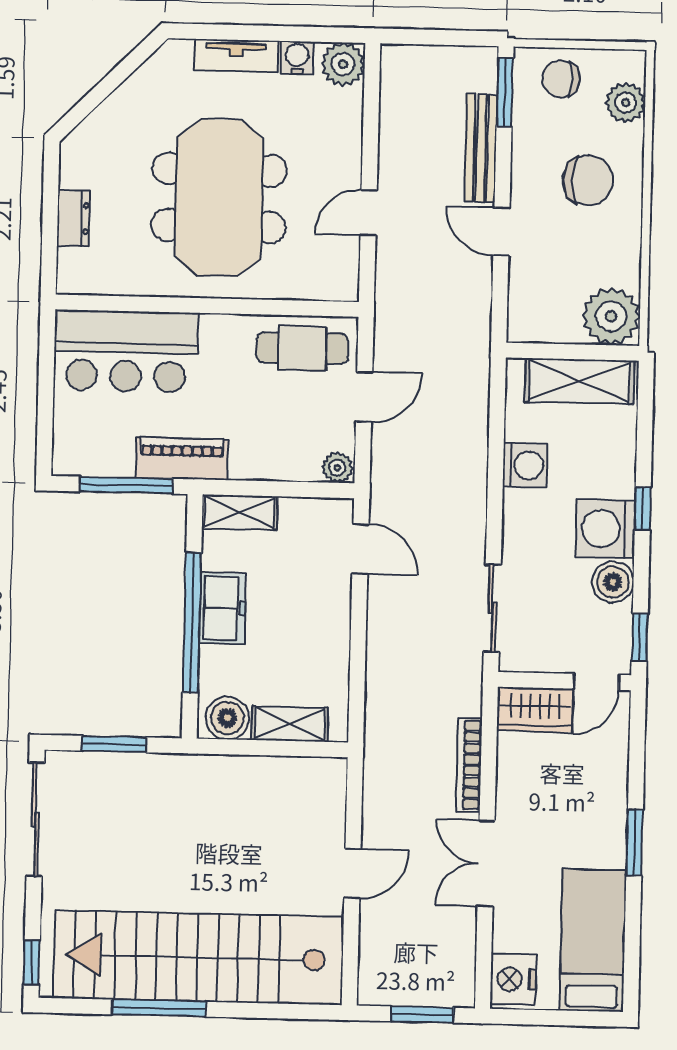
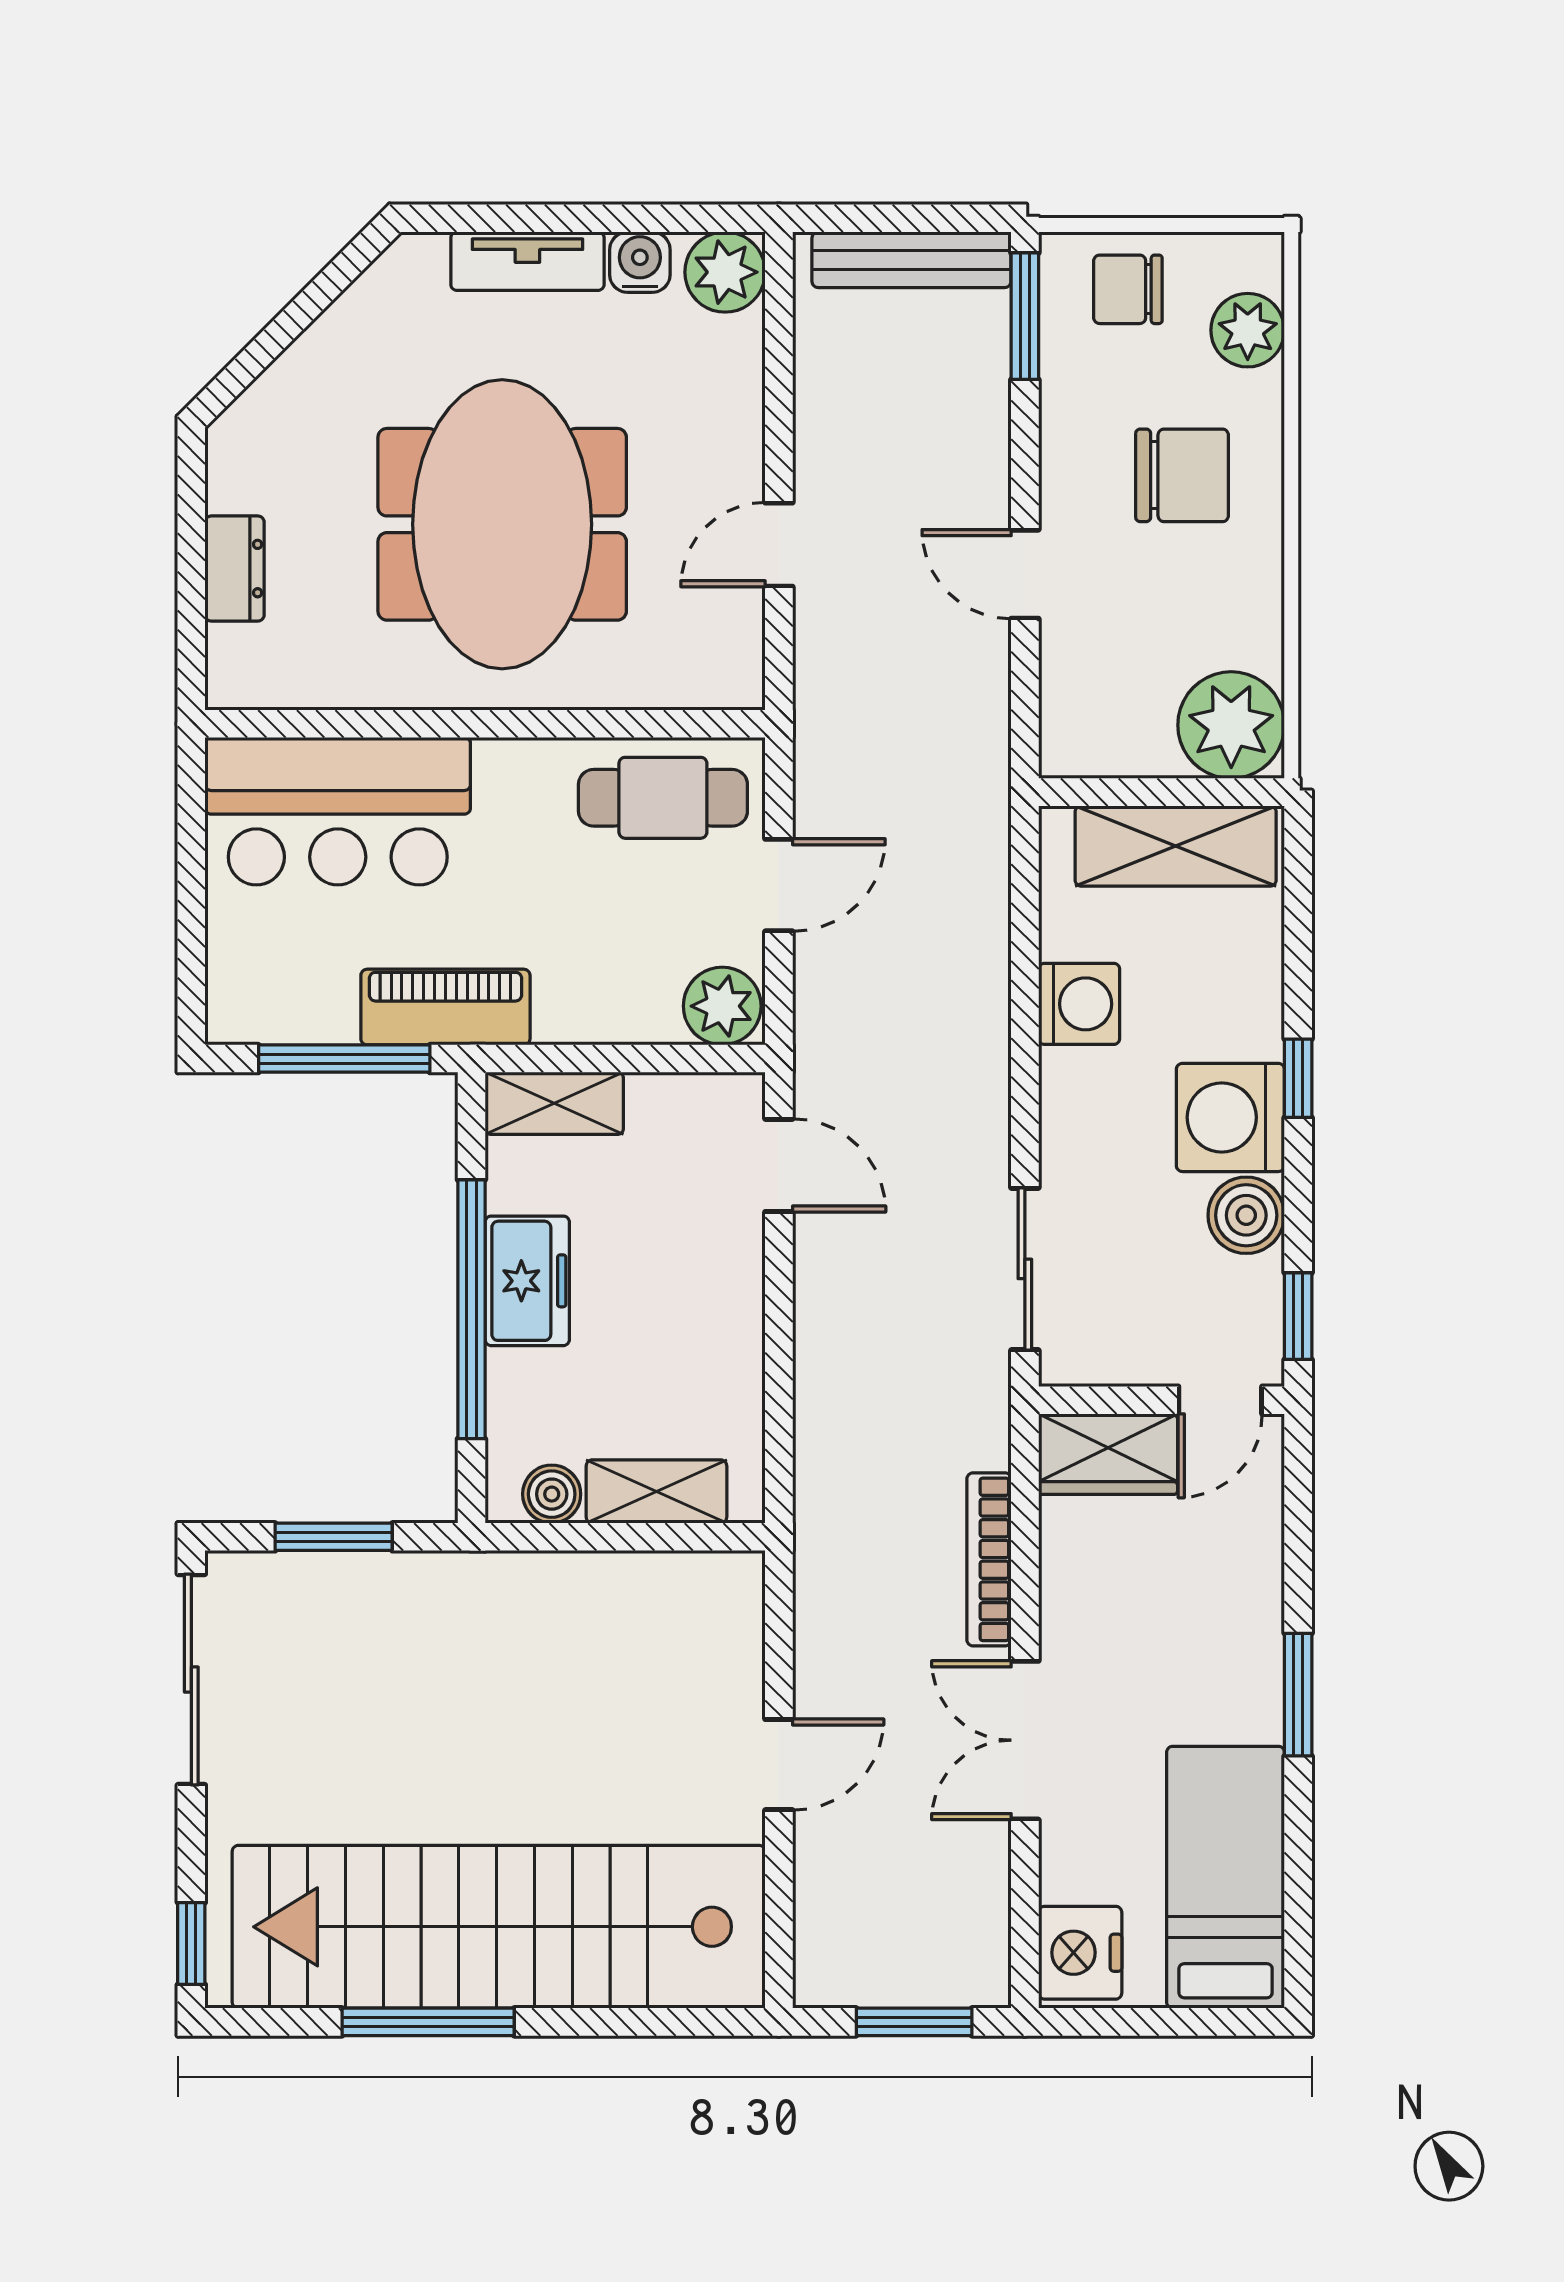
bench: (481, 148) -> (911, 260), moved, turned 90
plant: (337, 468) -> (722, 1006), width x1.38, depth x1.38
boiler: (227, 718) -> (552, 1494), width x0.73, depth x0.73

